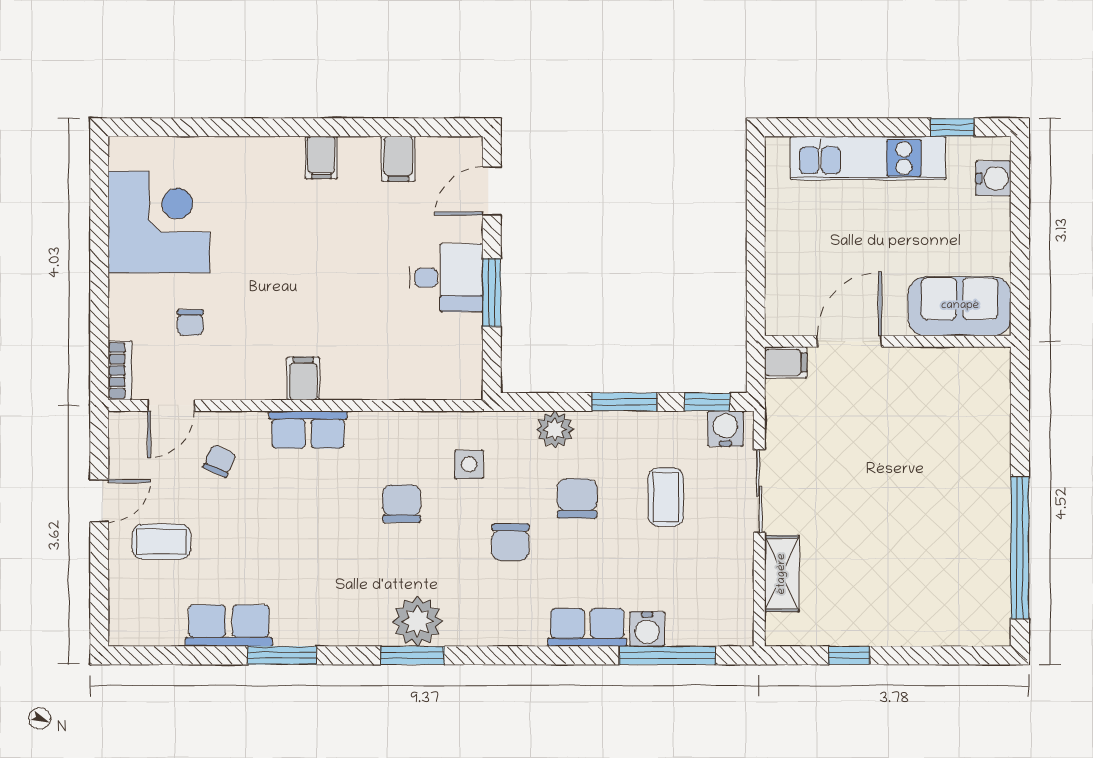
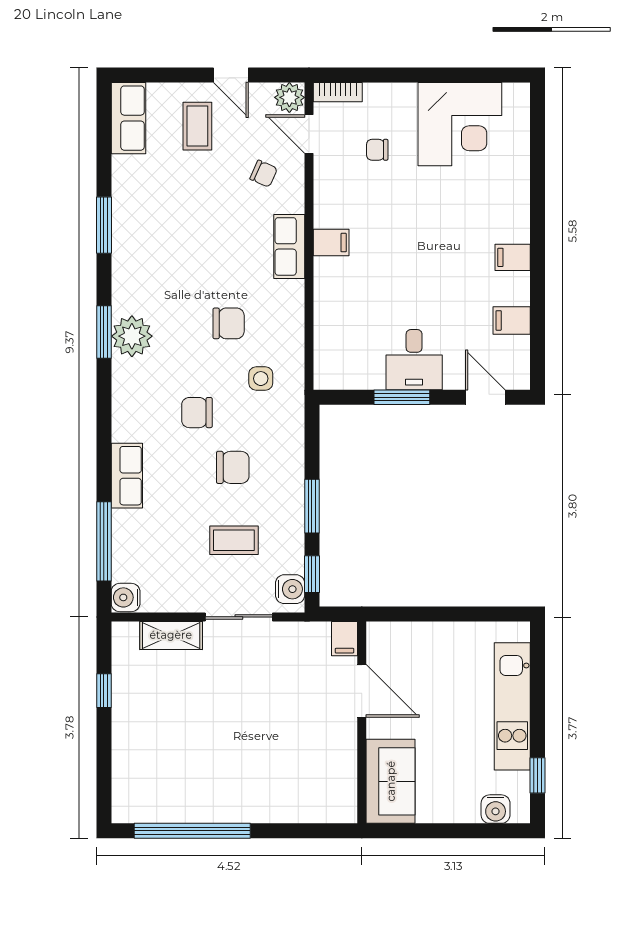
plant: (555, 429) -> (289, 97), moved
row of seats: (229, 626) -> (128, 118), moved
water cooler: (647, 629) -> (126, 597), moved

